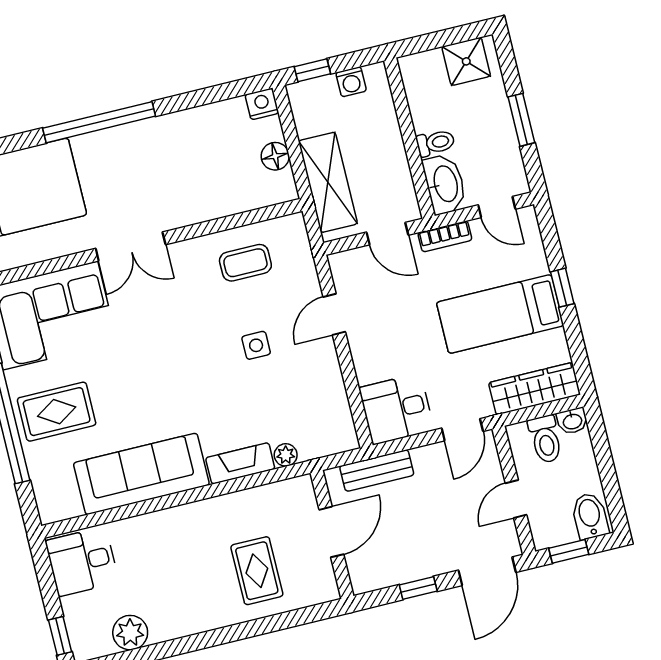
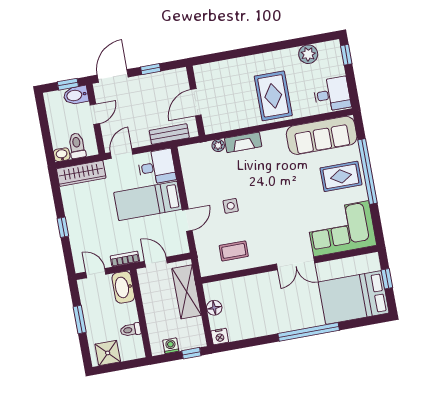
toilet: (435, 143) -> (131, 330), moved
double door: (131, 247) -> (296, 263), swing flipped
bed: (500, 314) -> (148, 201), moved, turned 180
sofa: (141, 474) -> (322, 135), moved
bidet: (590, 516) -> (76, 95), moved, turned 90
rug: (257, 571) -> (273, 96), moved, width x1.36, depth x1.43

